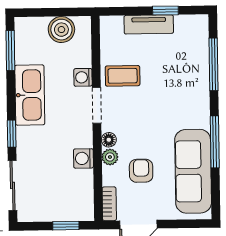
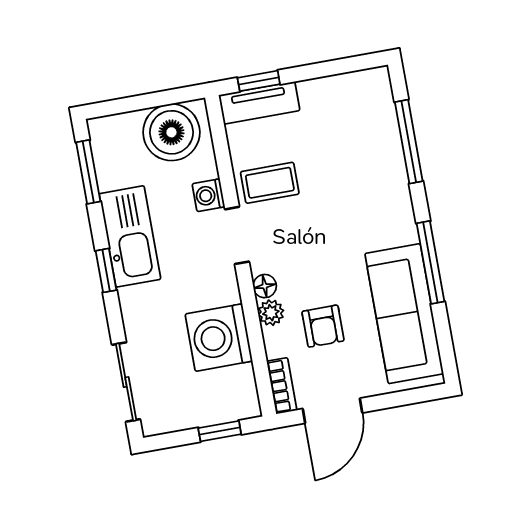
window: (165, 11) -> (259, 81), moved
tv unit: (149, 24) -> (259, 103), moved
boiler: (61, 30) -> (171, 132), width x1.37, depth x1.37
window: (12, 134) -> (106, 270), moved
washing machine: (83, 158) -> (219, 338), width x1.89, depth x1.89
armchair: (141, 171) -> (323, 326), turned 180

